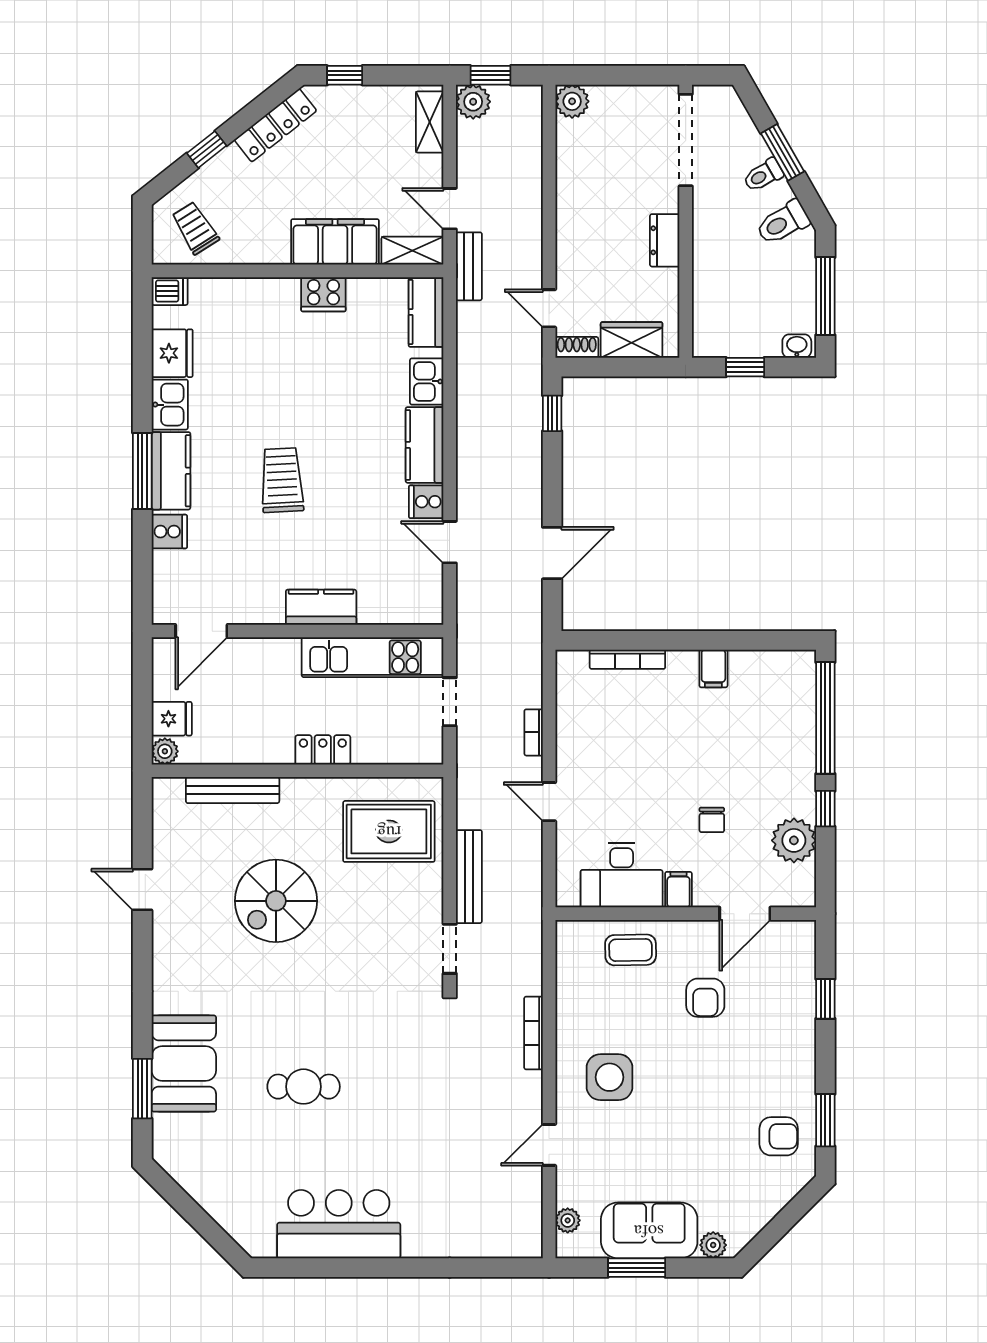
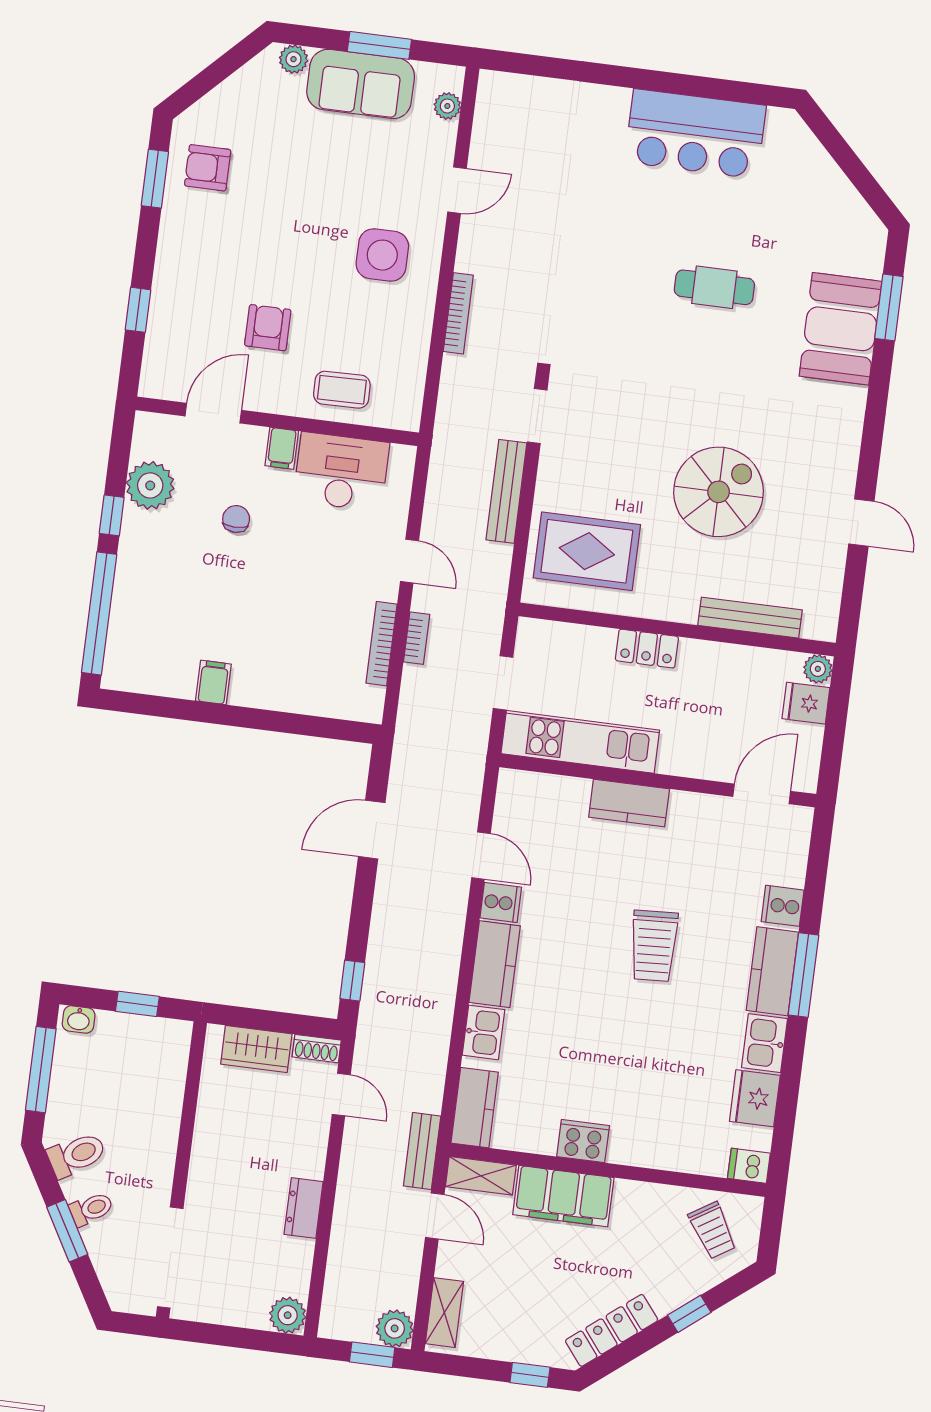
dresser: (665, 240) -> (304, 1208), moved, turned 180
bookcase: (627, 659) -> (381, 644), moved, turned -90

